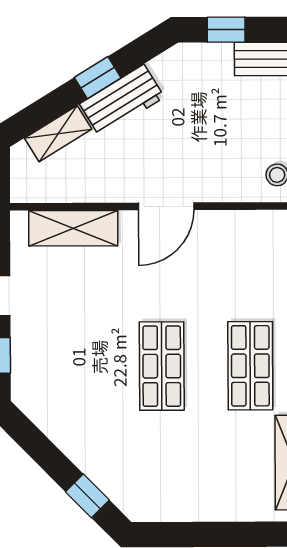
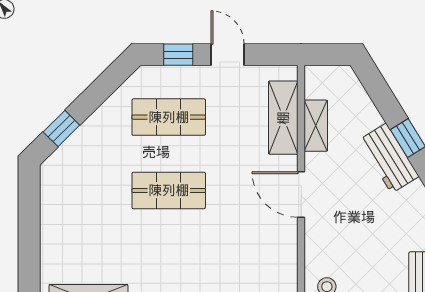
shelving: (58, 134) -> (316, 126), moved, turned 32
shop shelf: (250, 366) -> (169, 117), moved

